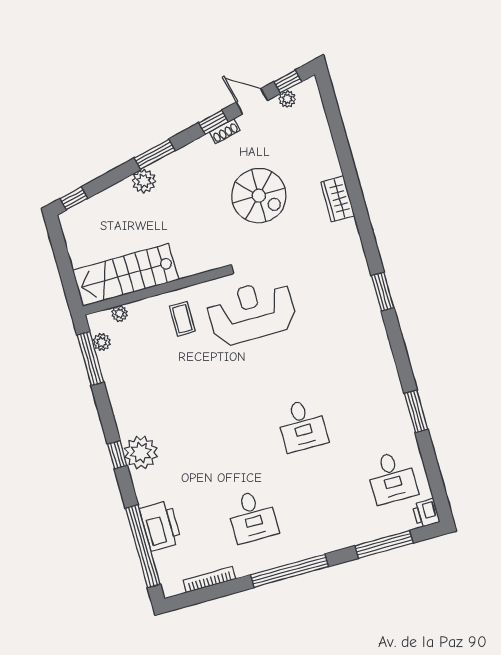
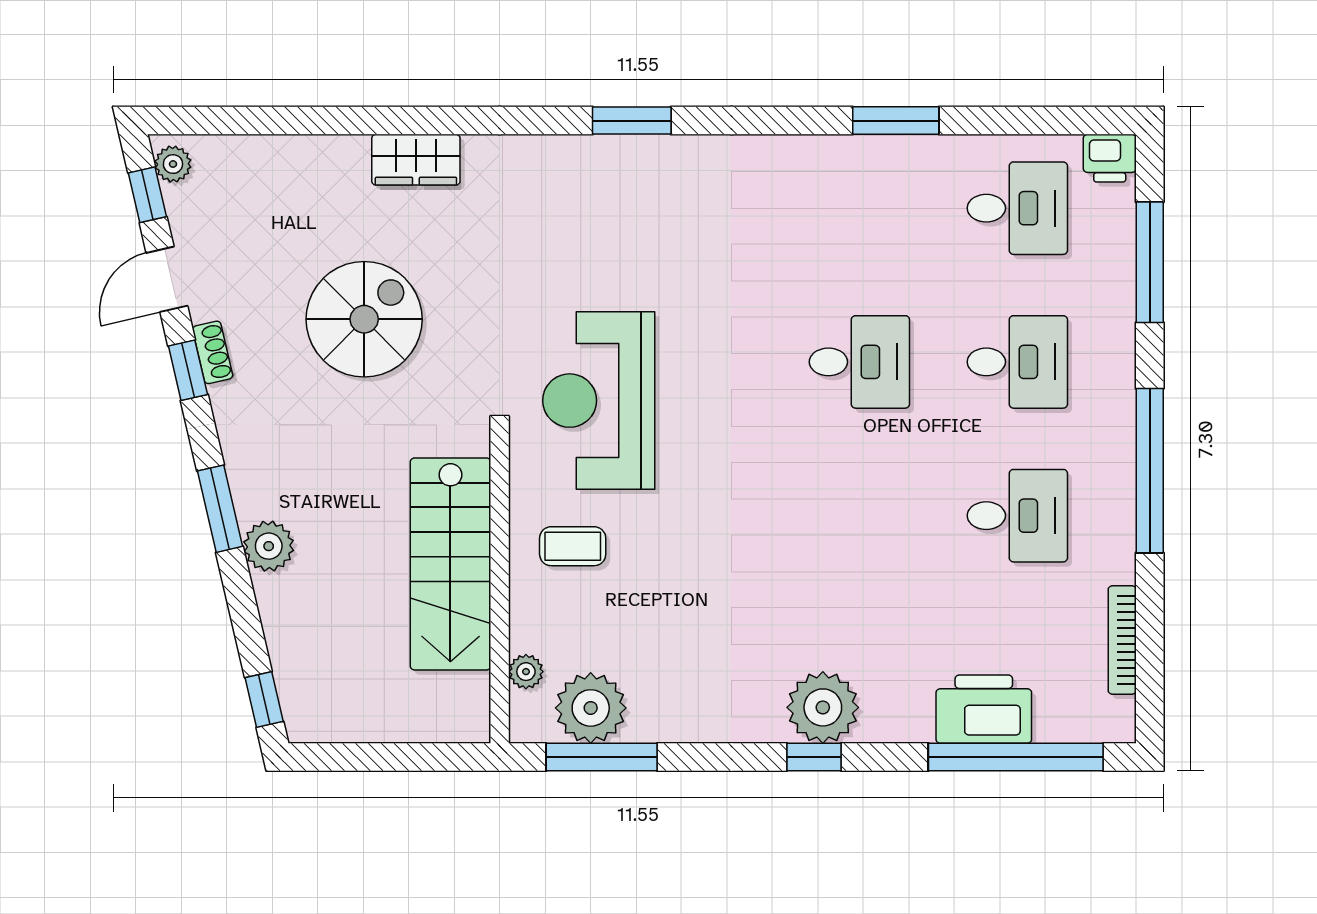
plant: (287, 99) -> (173, 164), moved
stairs: (126, 275) -> (450, 564), moved
plant: (102, 342) -> (591, 708), width x1.88, depth x1.88
desk: (322, 497) -> (1017, 362), added

